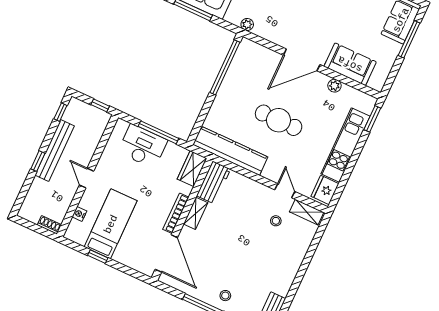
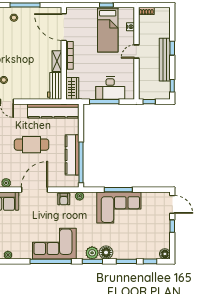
armchair: (269, 30) -> (64, 199), added
kitchen counter: (232, 83) -> (72, 155), added
door: (86, 178) -> (136, 52), swing flipped

